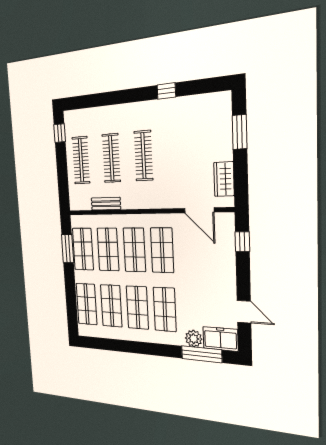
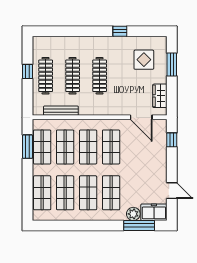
display table: (200, 128) -> (144, 60), added
window: (60, 133) -> (27, 72), moved
bench: (106, 204) -> (61, 111), width x1.36

